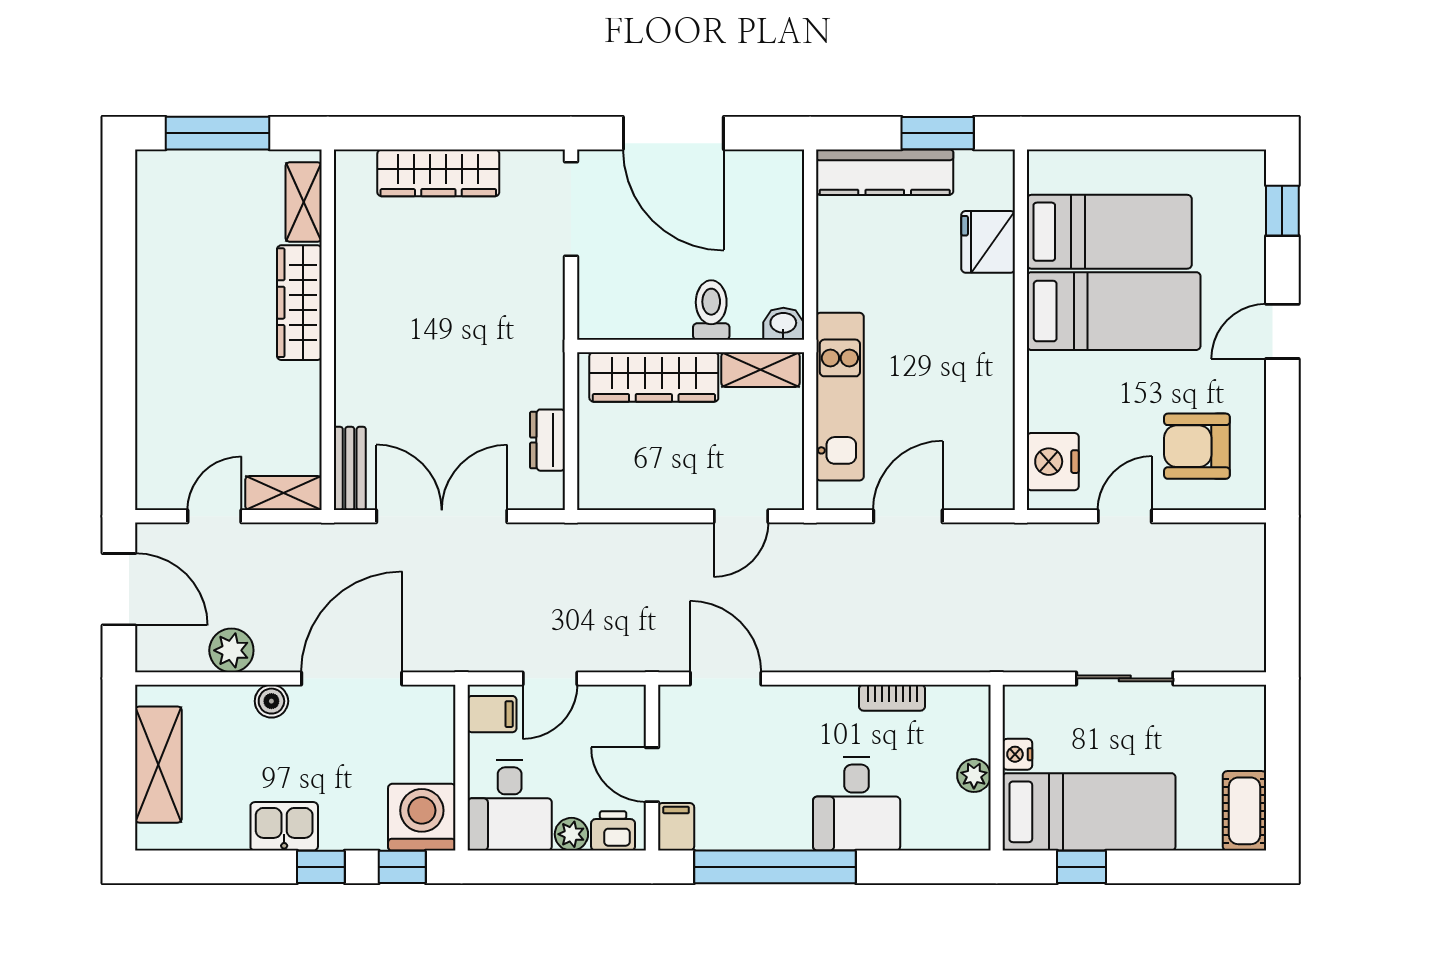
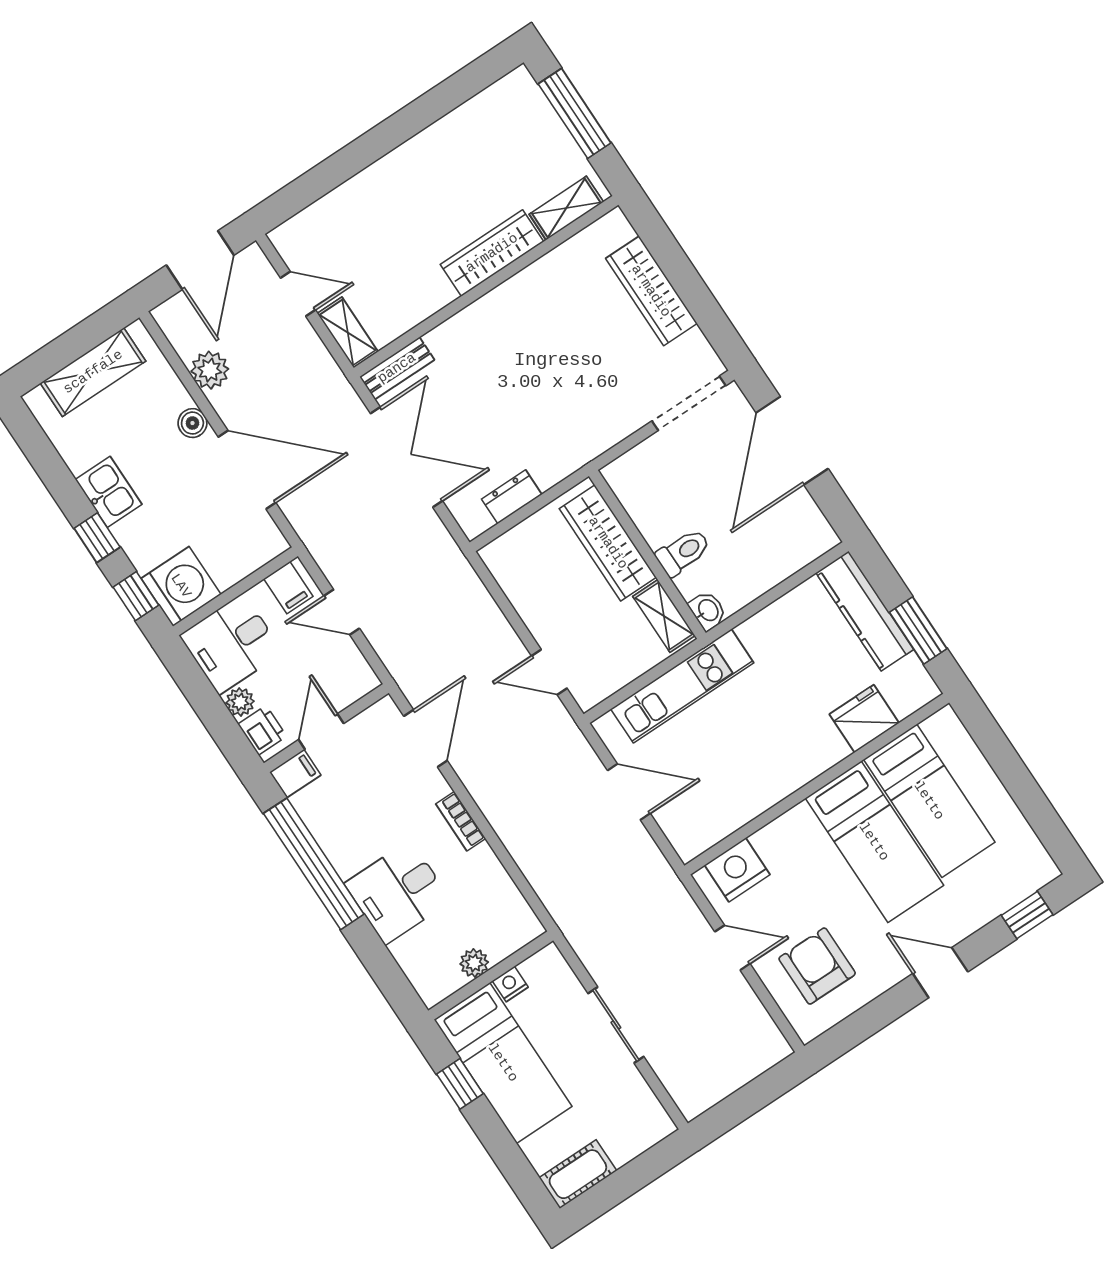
bookcase: (892, 698) -> (461, 821), moved

